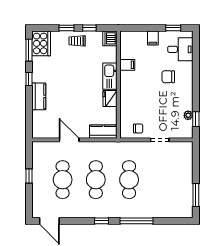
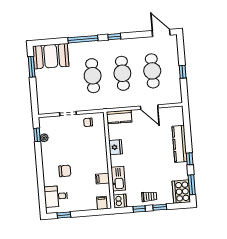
filing cabinet: (153, 38) -> (102, 203), moved
kitchen sink: (110, 76) -> (118, 179), moved
kitchen counter: (39, 96) -> (180, 144), width x1.50
booth: (174, 205) -> (51, 56), added

